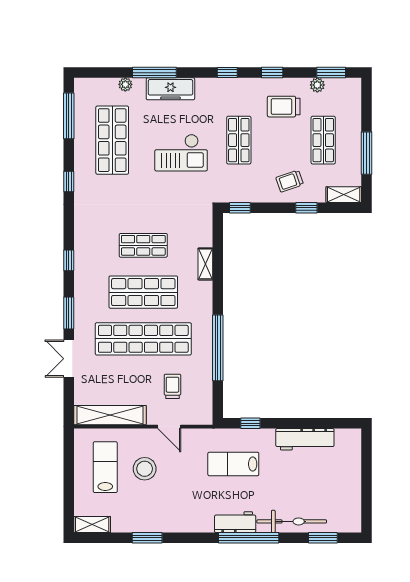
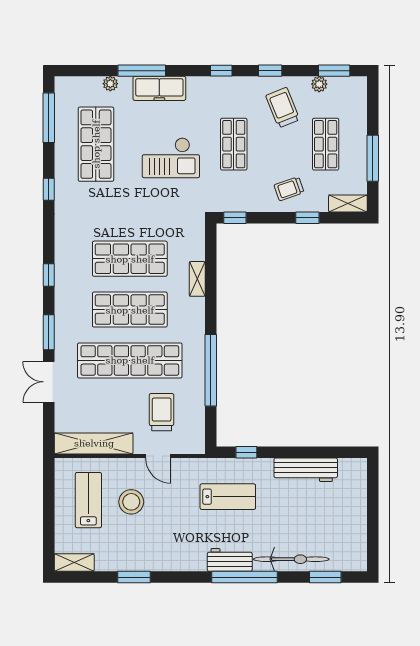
trolley: (284, 107) -> (283, 108), turned 68
shop shelf: (143, 245) -> (130, 259), width x1.43, depth x1.36
trolley: (172, 386) -> (162, 412), width x1.36, depth x1.39
lab bench: (233, 464) -> (228, 497), turned 180

